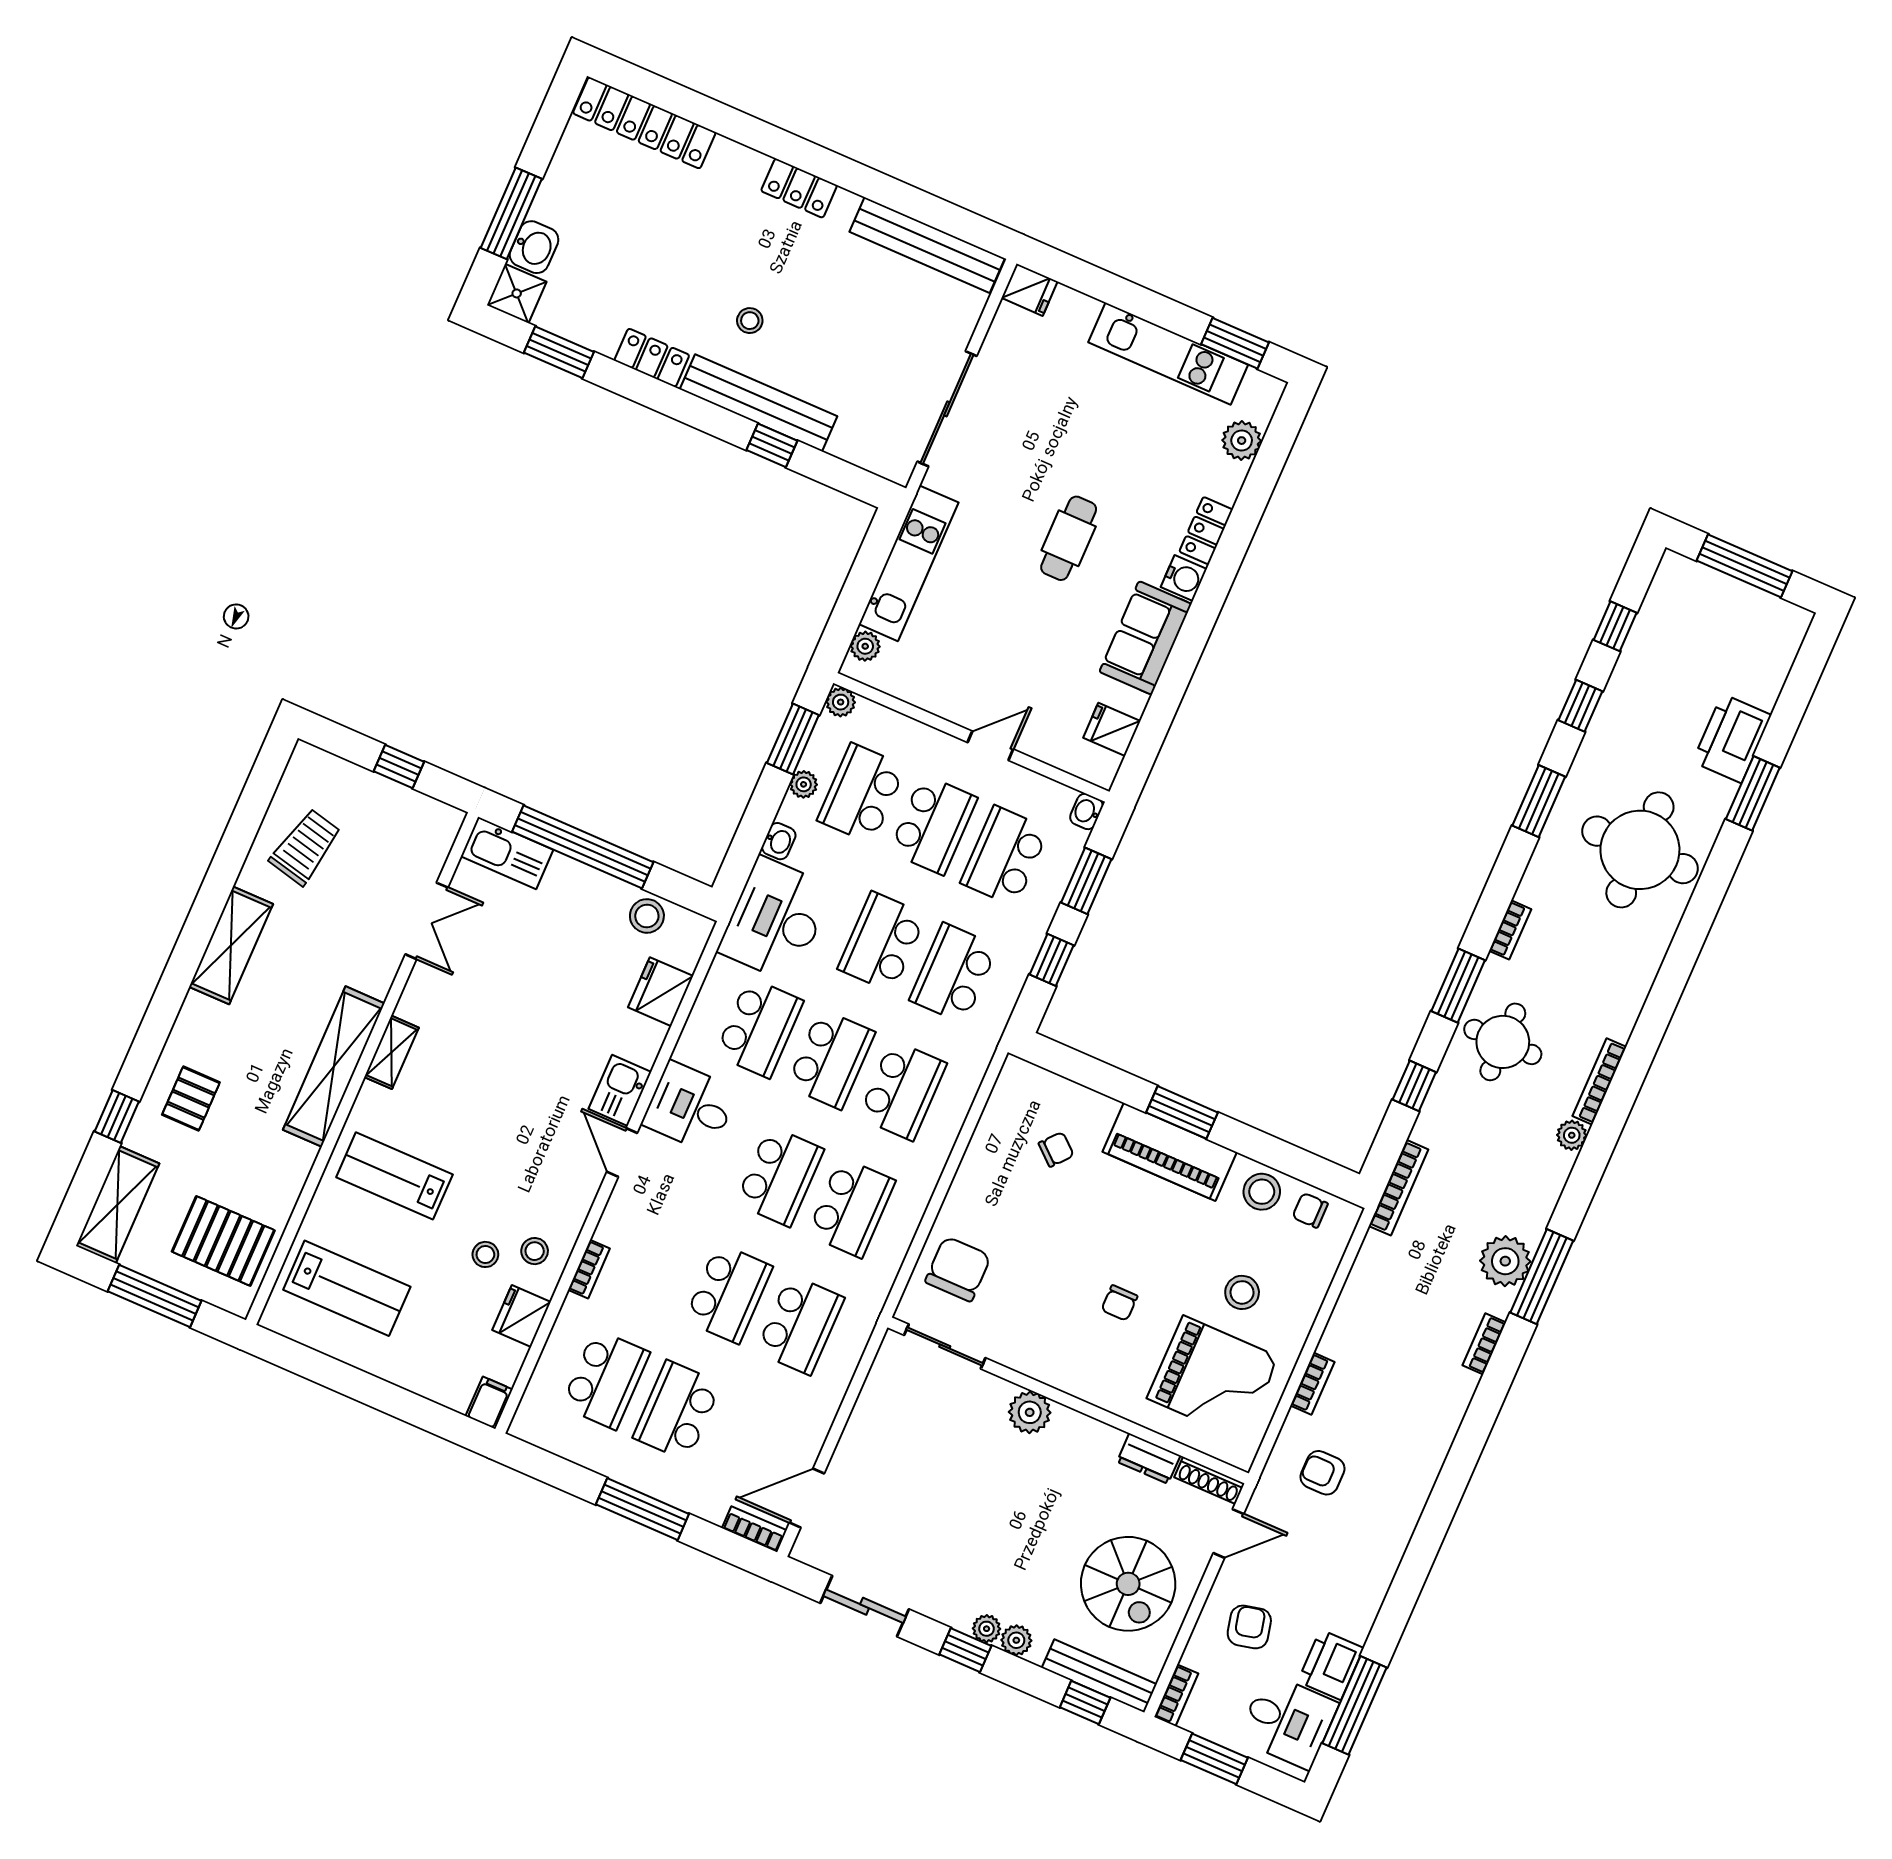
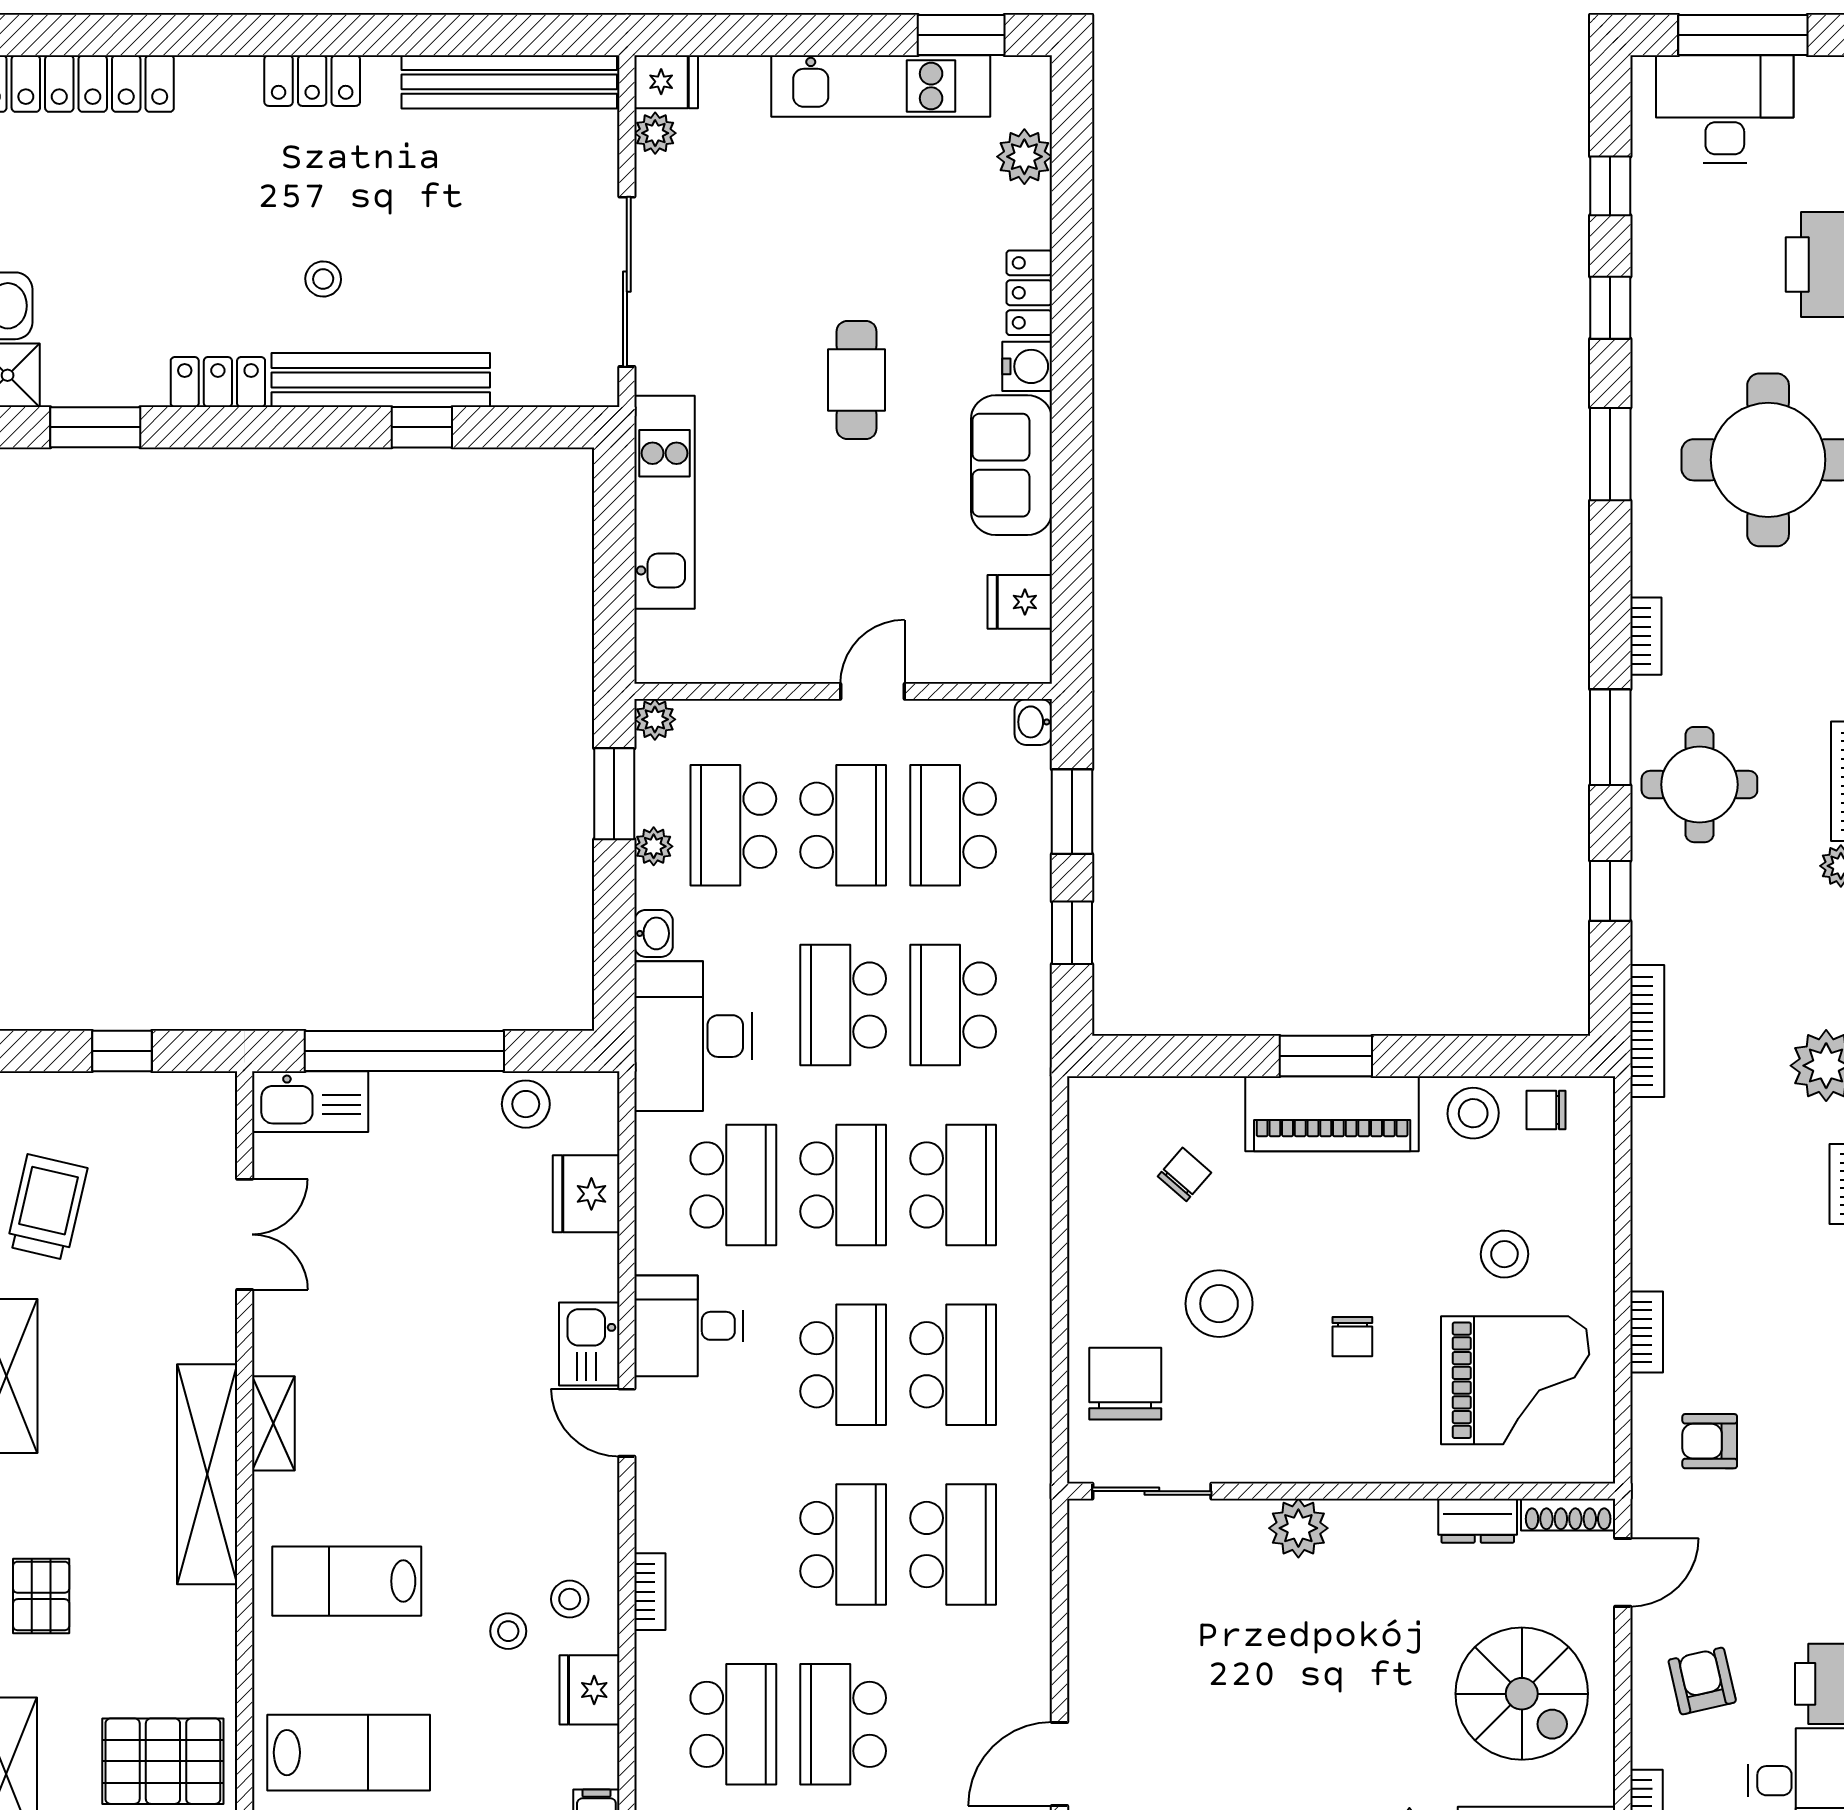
desk: (1712, 609) -> (1725, 109), added
plant: (865, 646) -> (655, 133), moved
stool: (1042, 1243) -> (1219, 1304), added

